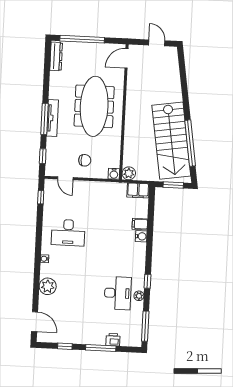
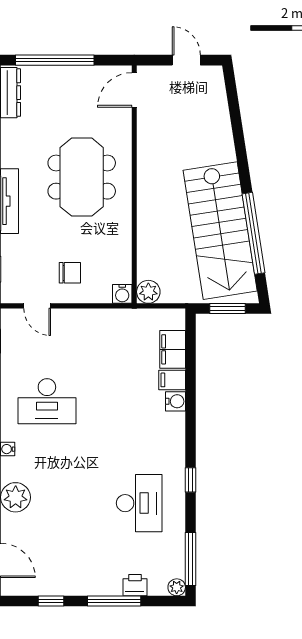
meeting table: (94, 106) -> (82, 177), width x0.73
filing cabinet: (138, 190) -> (173, 349), moved, turned 90
plant: (139, 296) -> (177, 587), moved

